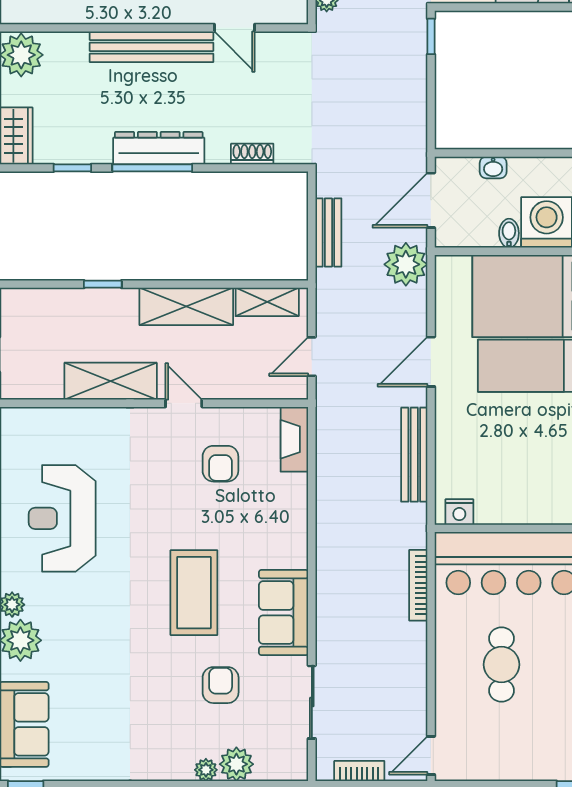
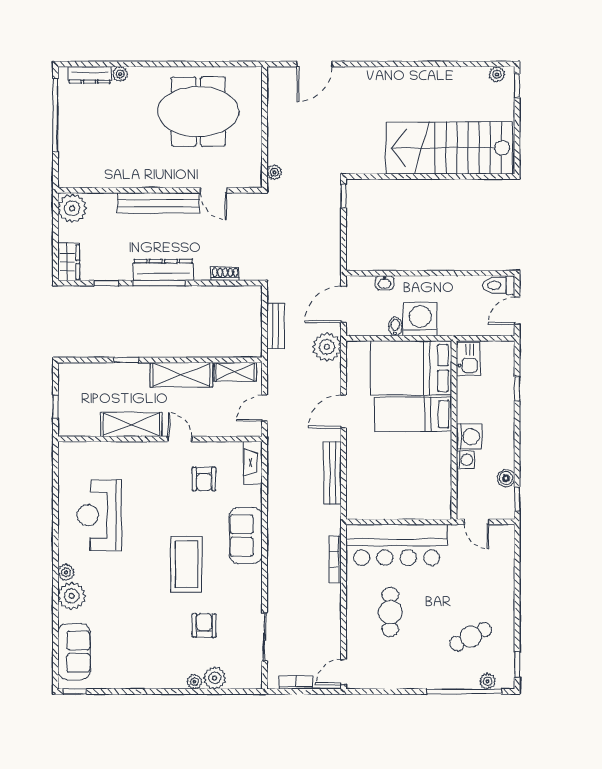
nightstand: (459, 512) -> (362, 511), removed
sofa: (284, 613) -> (246, 536), moved

